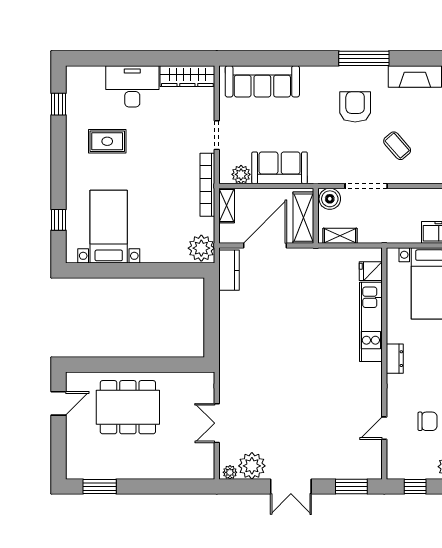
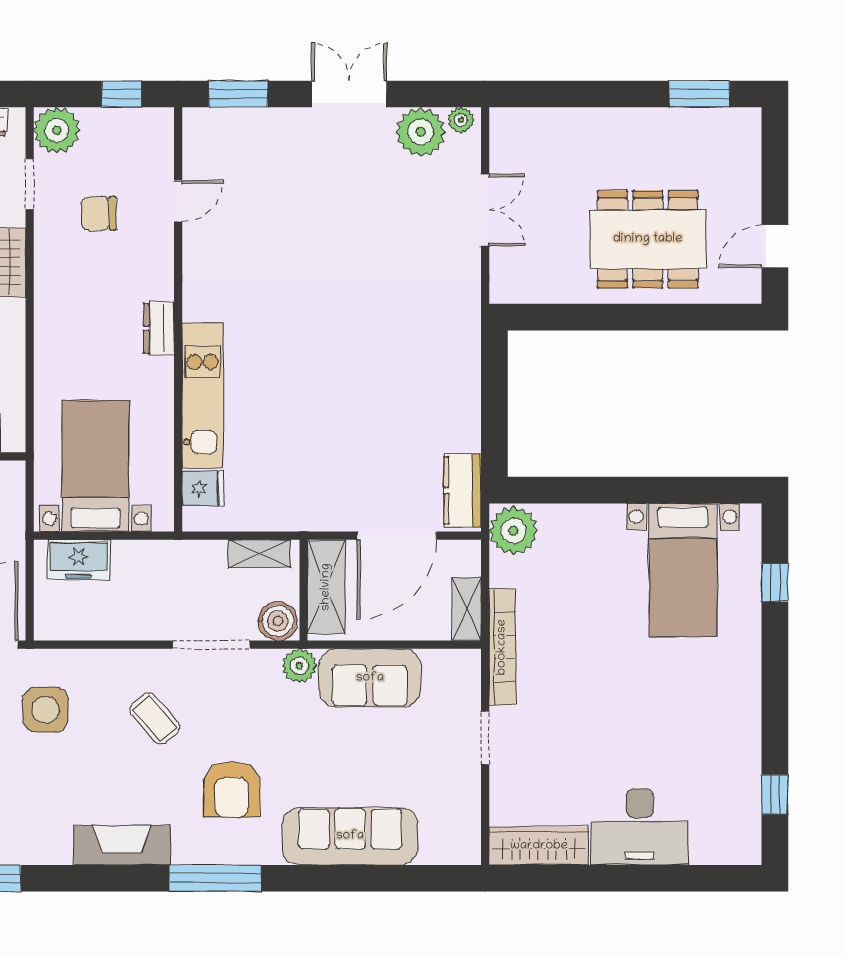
sofa: (262, 81) -> (350, 836), moved
rug: (107, 141) -> (686, 727), removed
plant: (241, 174) -> (299, 666), moved

